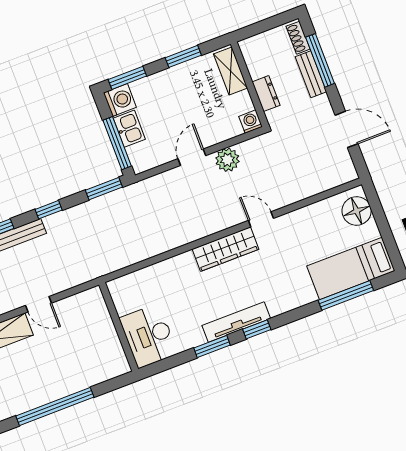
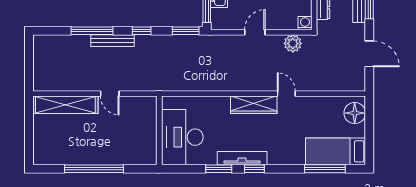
plant: (227, 160) -> (293, 43), moved
desk: (148, 336) -> (182, 137), width x1.36, depth x1.30

